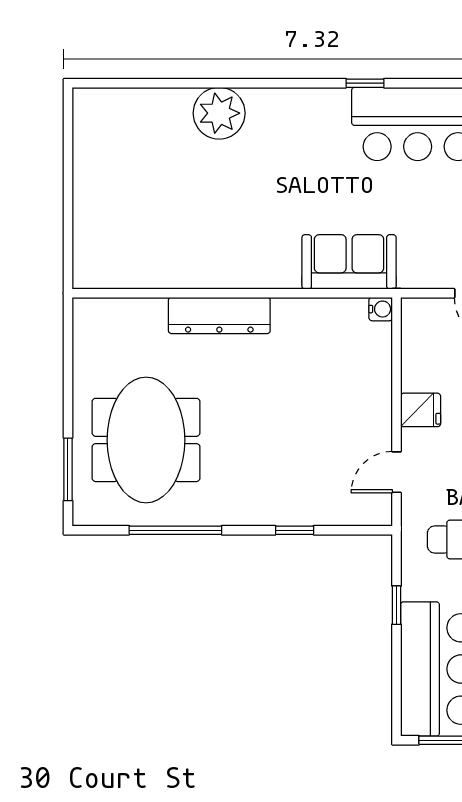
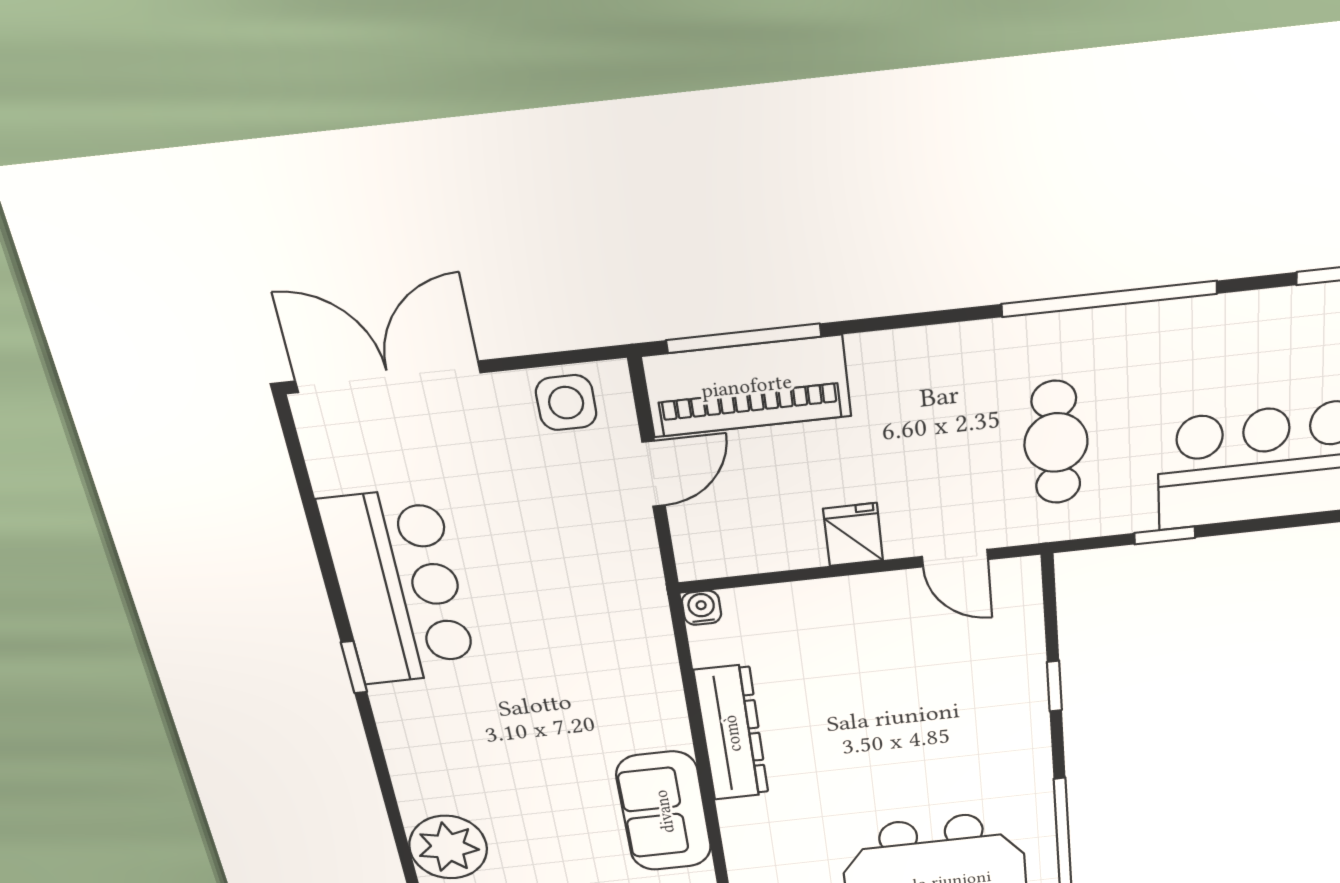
sofa: (349, 262) -> (664, 811), moved
dresser: (219, 315) -> (732, 733), moved

